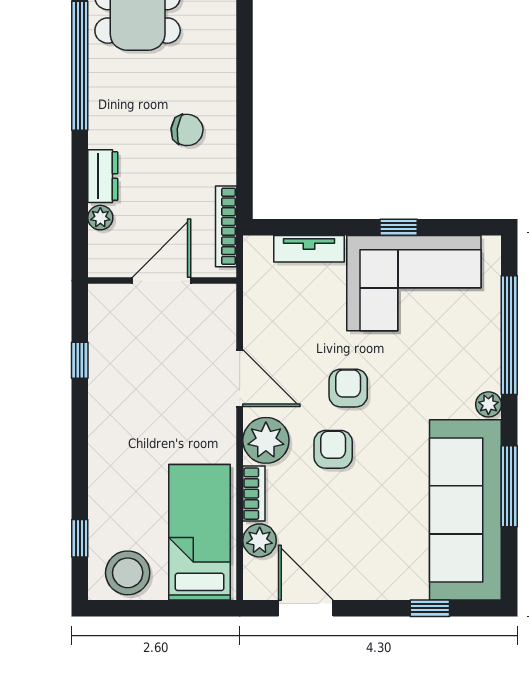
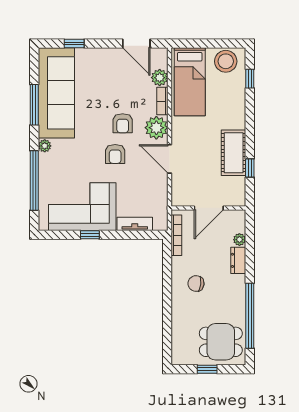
cot: (112, 390) -> (234, 153), added

